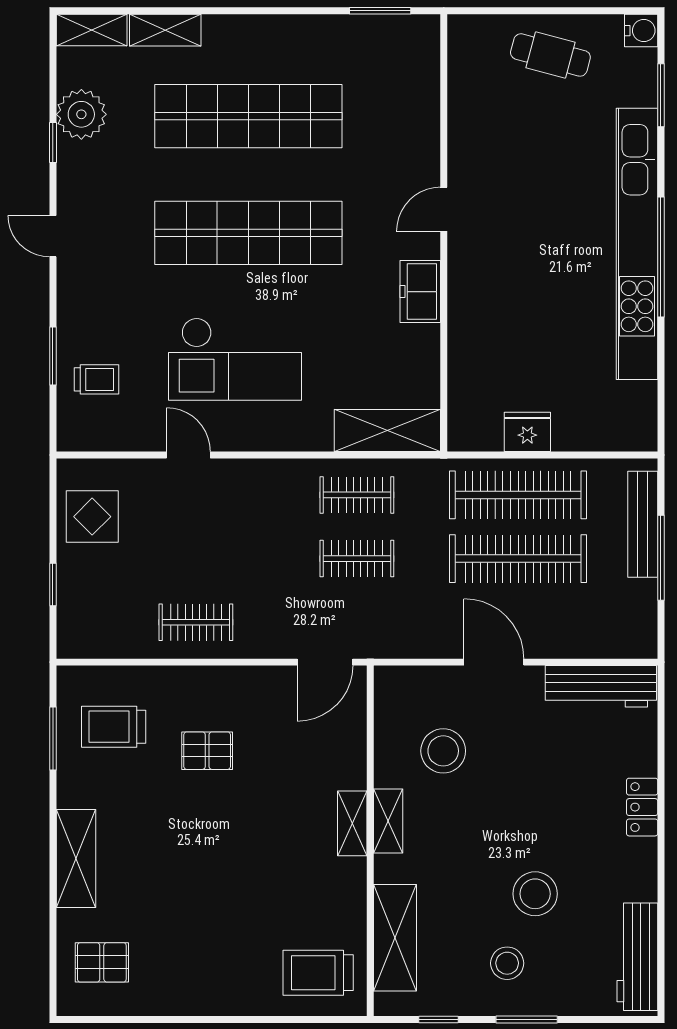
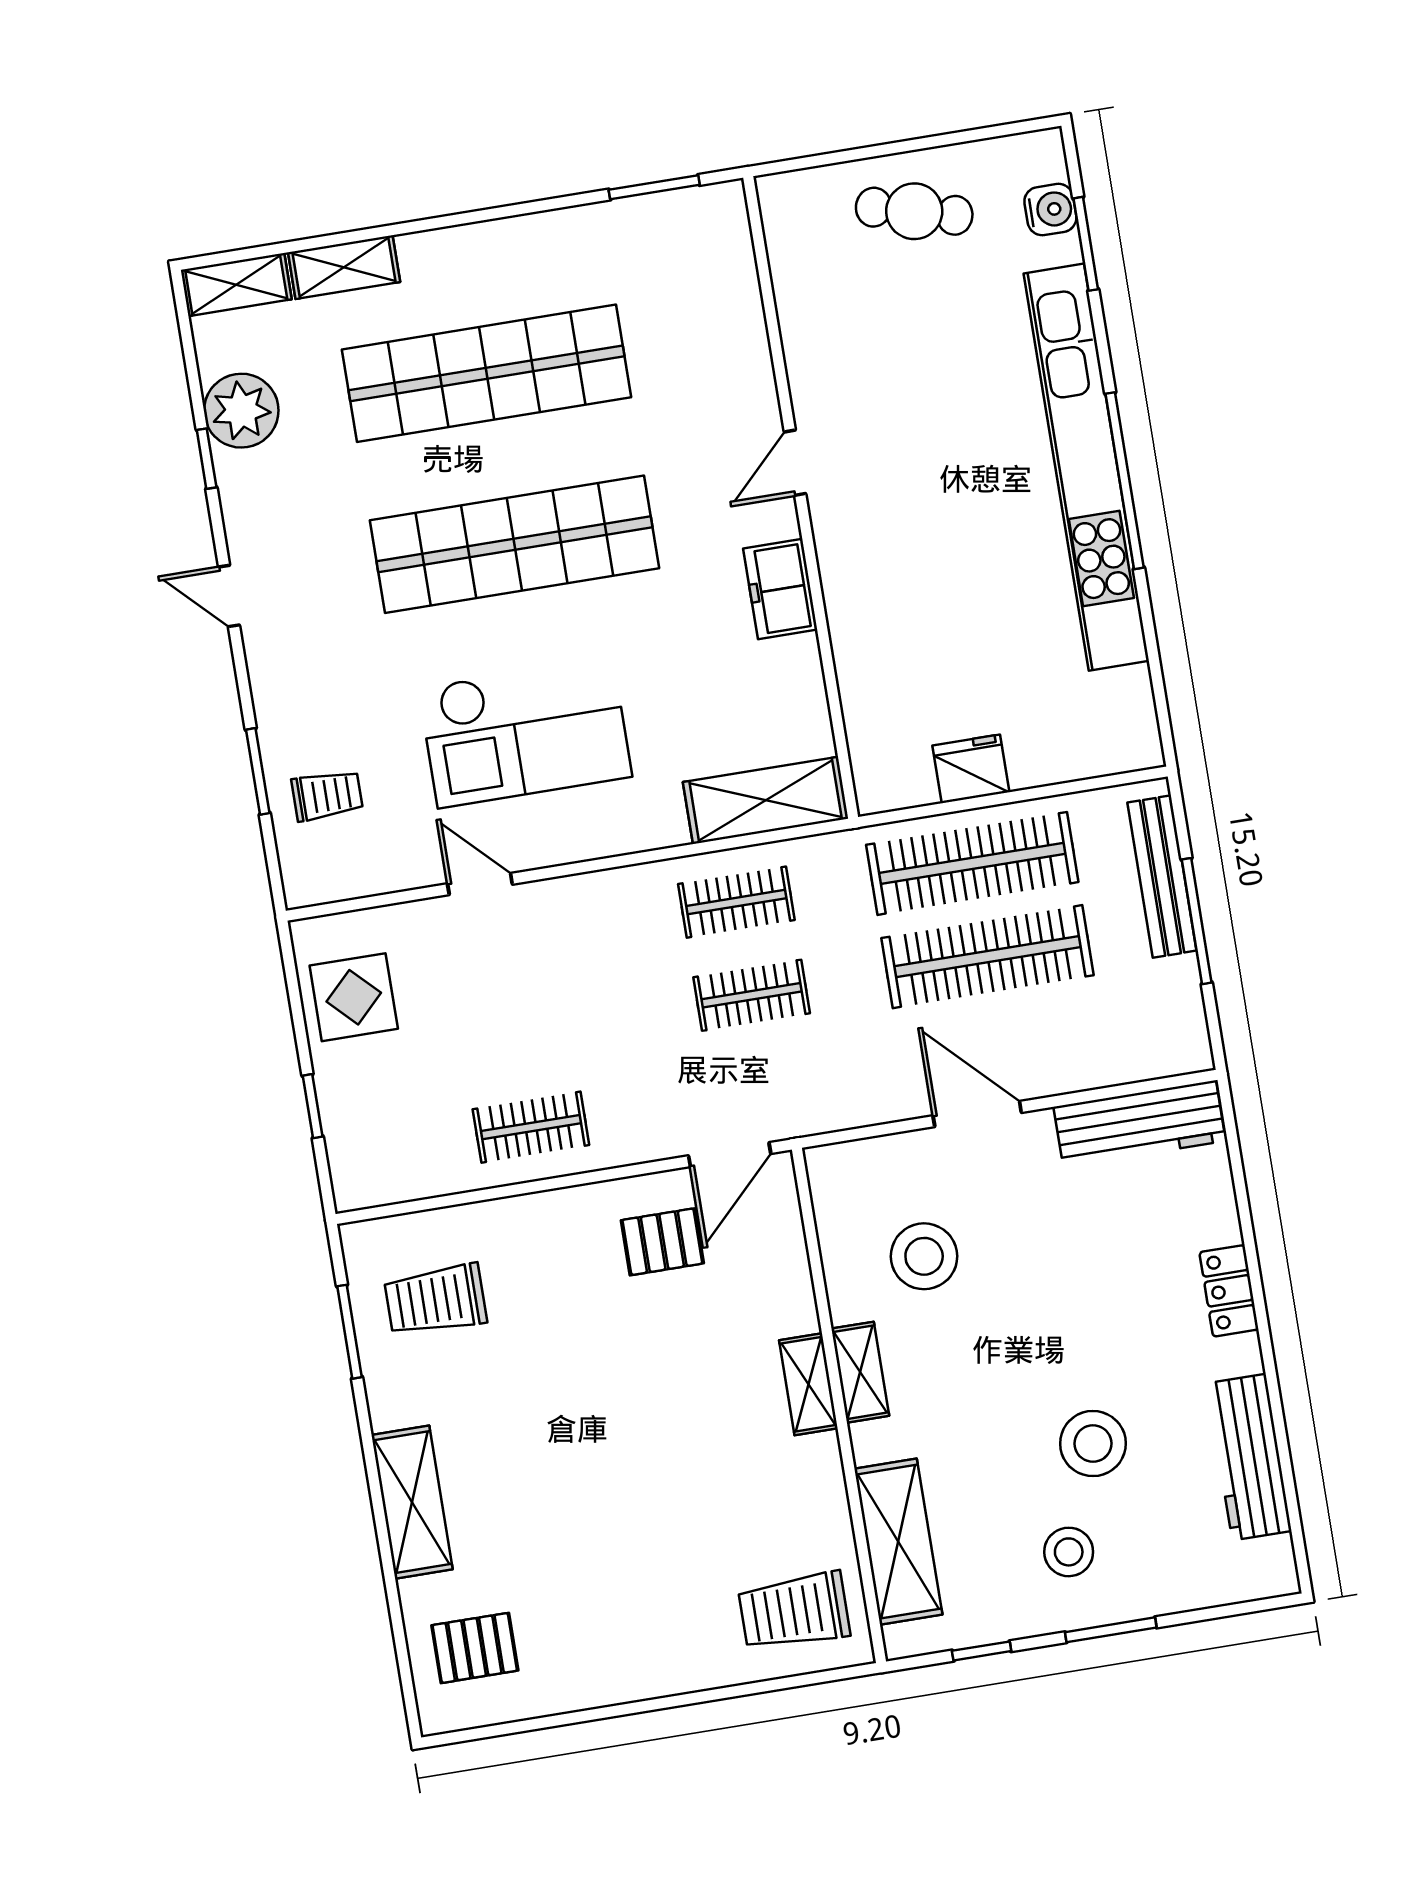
water cooler: (641, 31) -> (1050, 210), moved
pallet: (207, 751) -> (662, 1242), moved
workbench: (637, 957) -> (1249, 1457), moved

